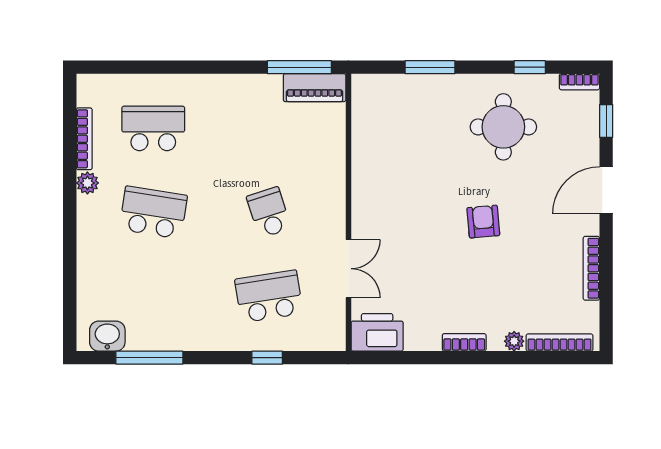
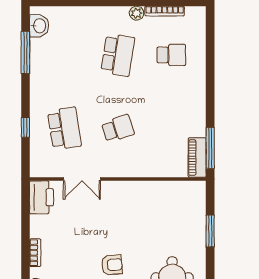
school desk: (153, 128) -> (171, 55), width x0.54

